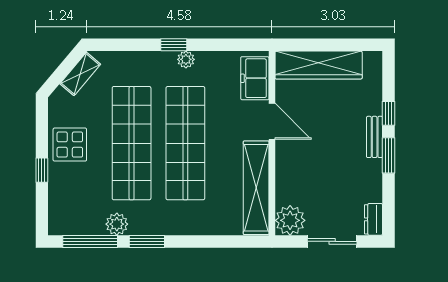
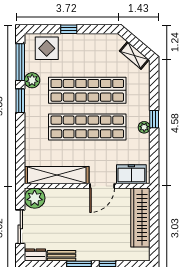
bench: (375, 137) -> (61, 256), moved
display table: (70, 145) -> (47, 48), moved

